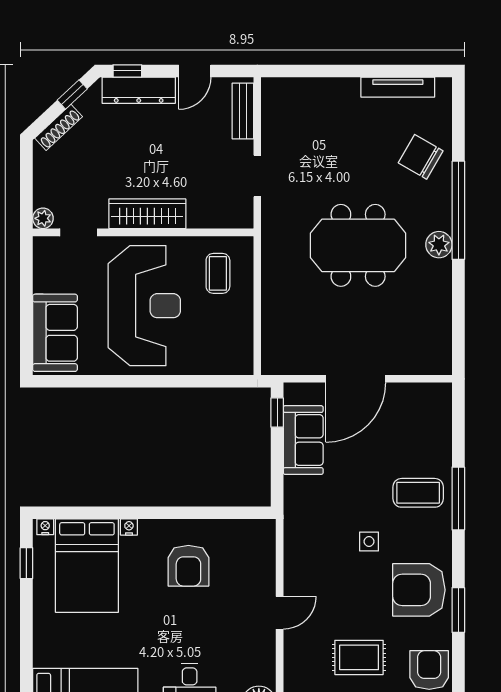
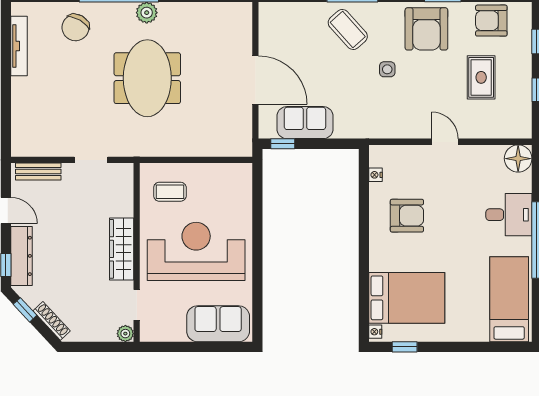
coffee table: (418, 493) -> (348, 29), turned -42
nightstand: (129, 527) -> (376, 175), moved

